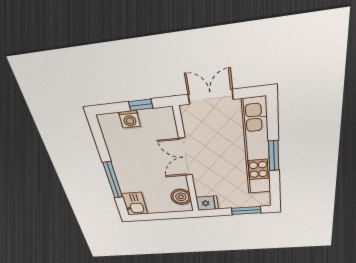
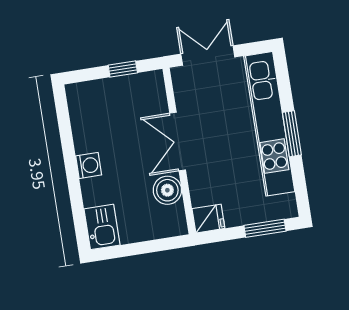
washing machine: (129, 119) -> (89, 165), moved, turned -90
window: (113, 180) -> (74, 186), removed
boiler: (181, 197) -> (167, 190), moved

